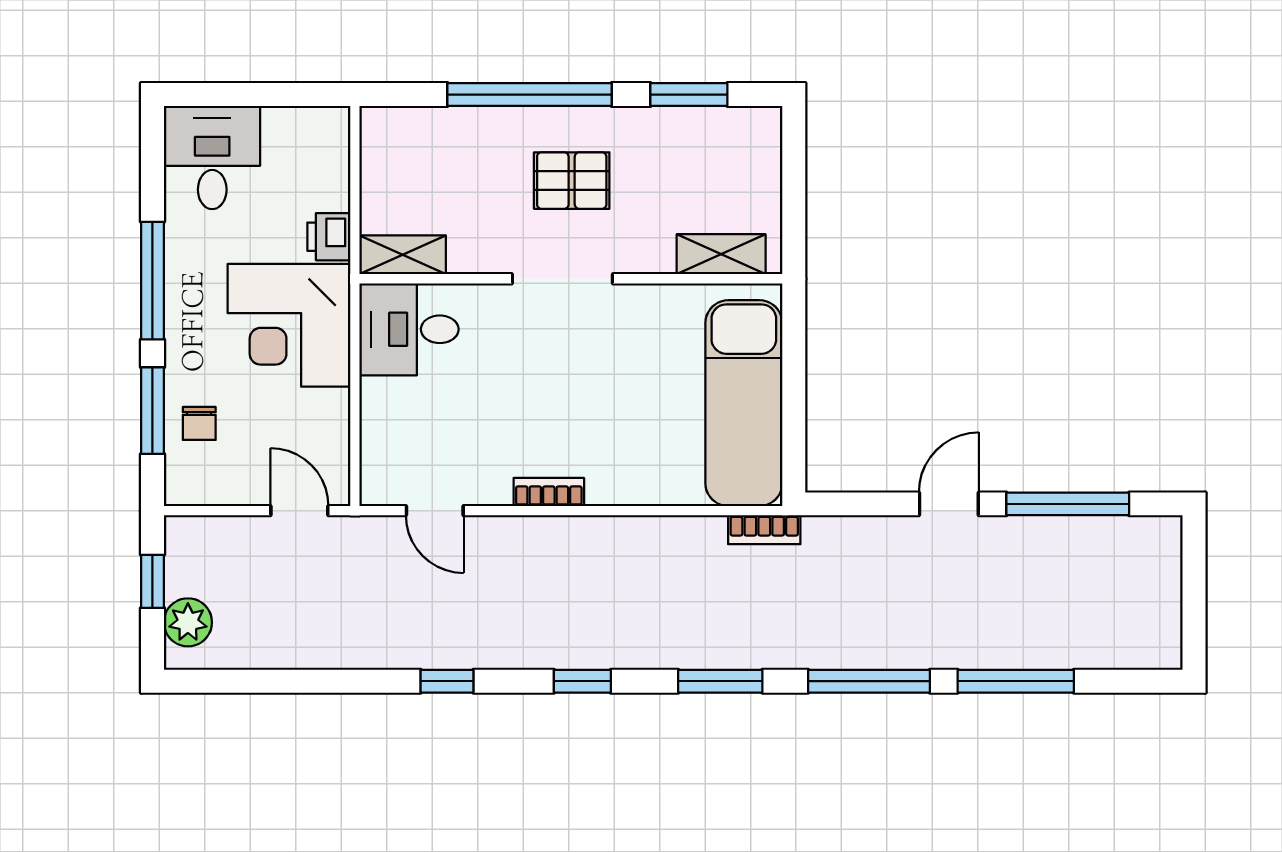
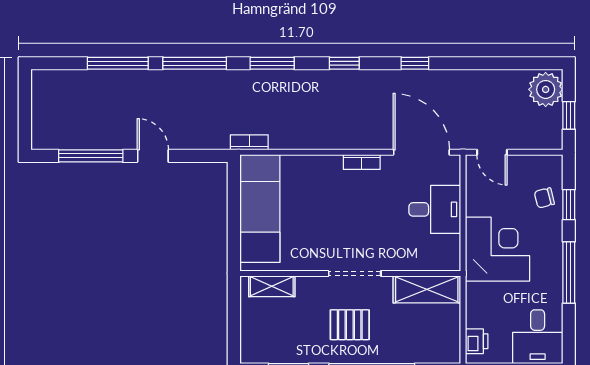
printer: (329, 237) -> (477, 341), moved
shelving: (403, 255) -> (427, 289), width x1.50, depth x1.33
desk: (409, 329) -> (435, 209), moved
window: (152, 411) -> (569, 205), width x0.67
chair: (199, 423) -> (544, 198), turned -104
door: (949, 504) -> (153, 156), swing flipped
door: (435, 511) -> (421, 152), width x1.87
plant: (188, 622) -> (546, 89), width x1.36, depth x1.36

